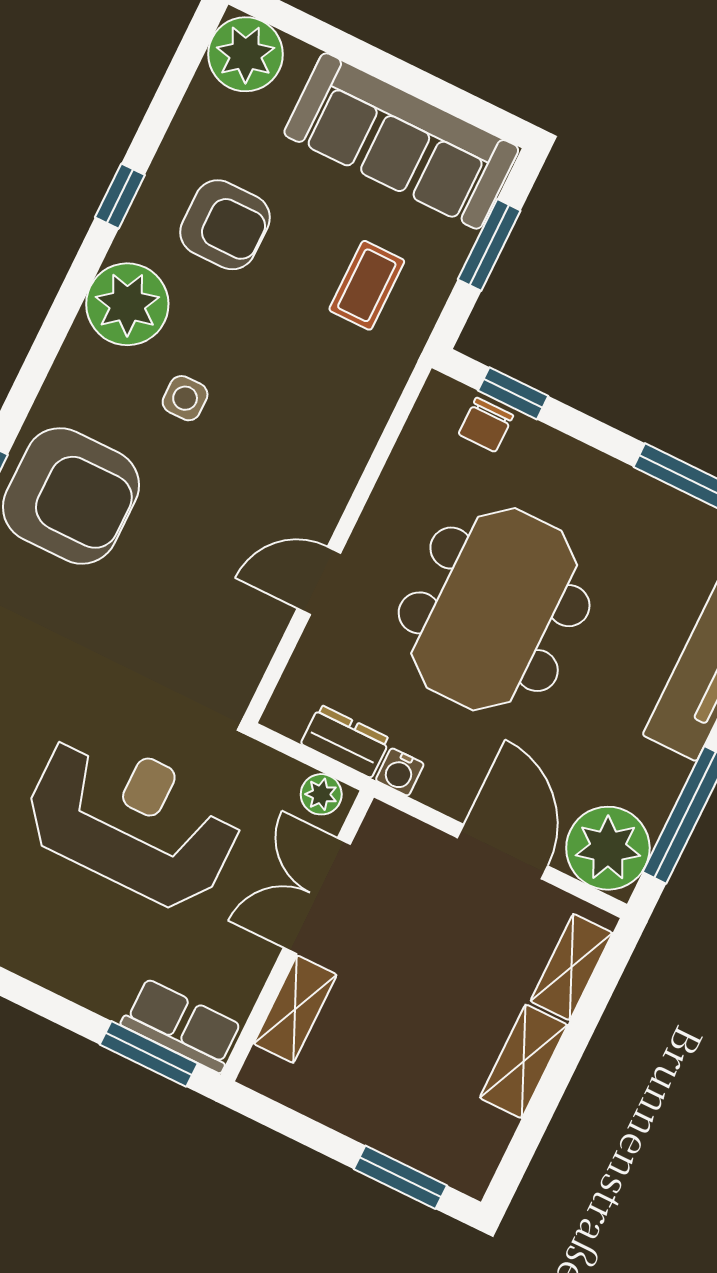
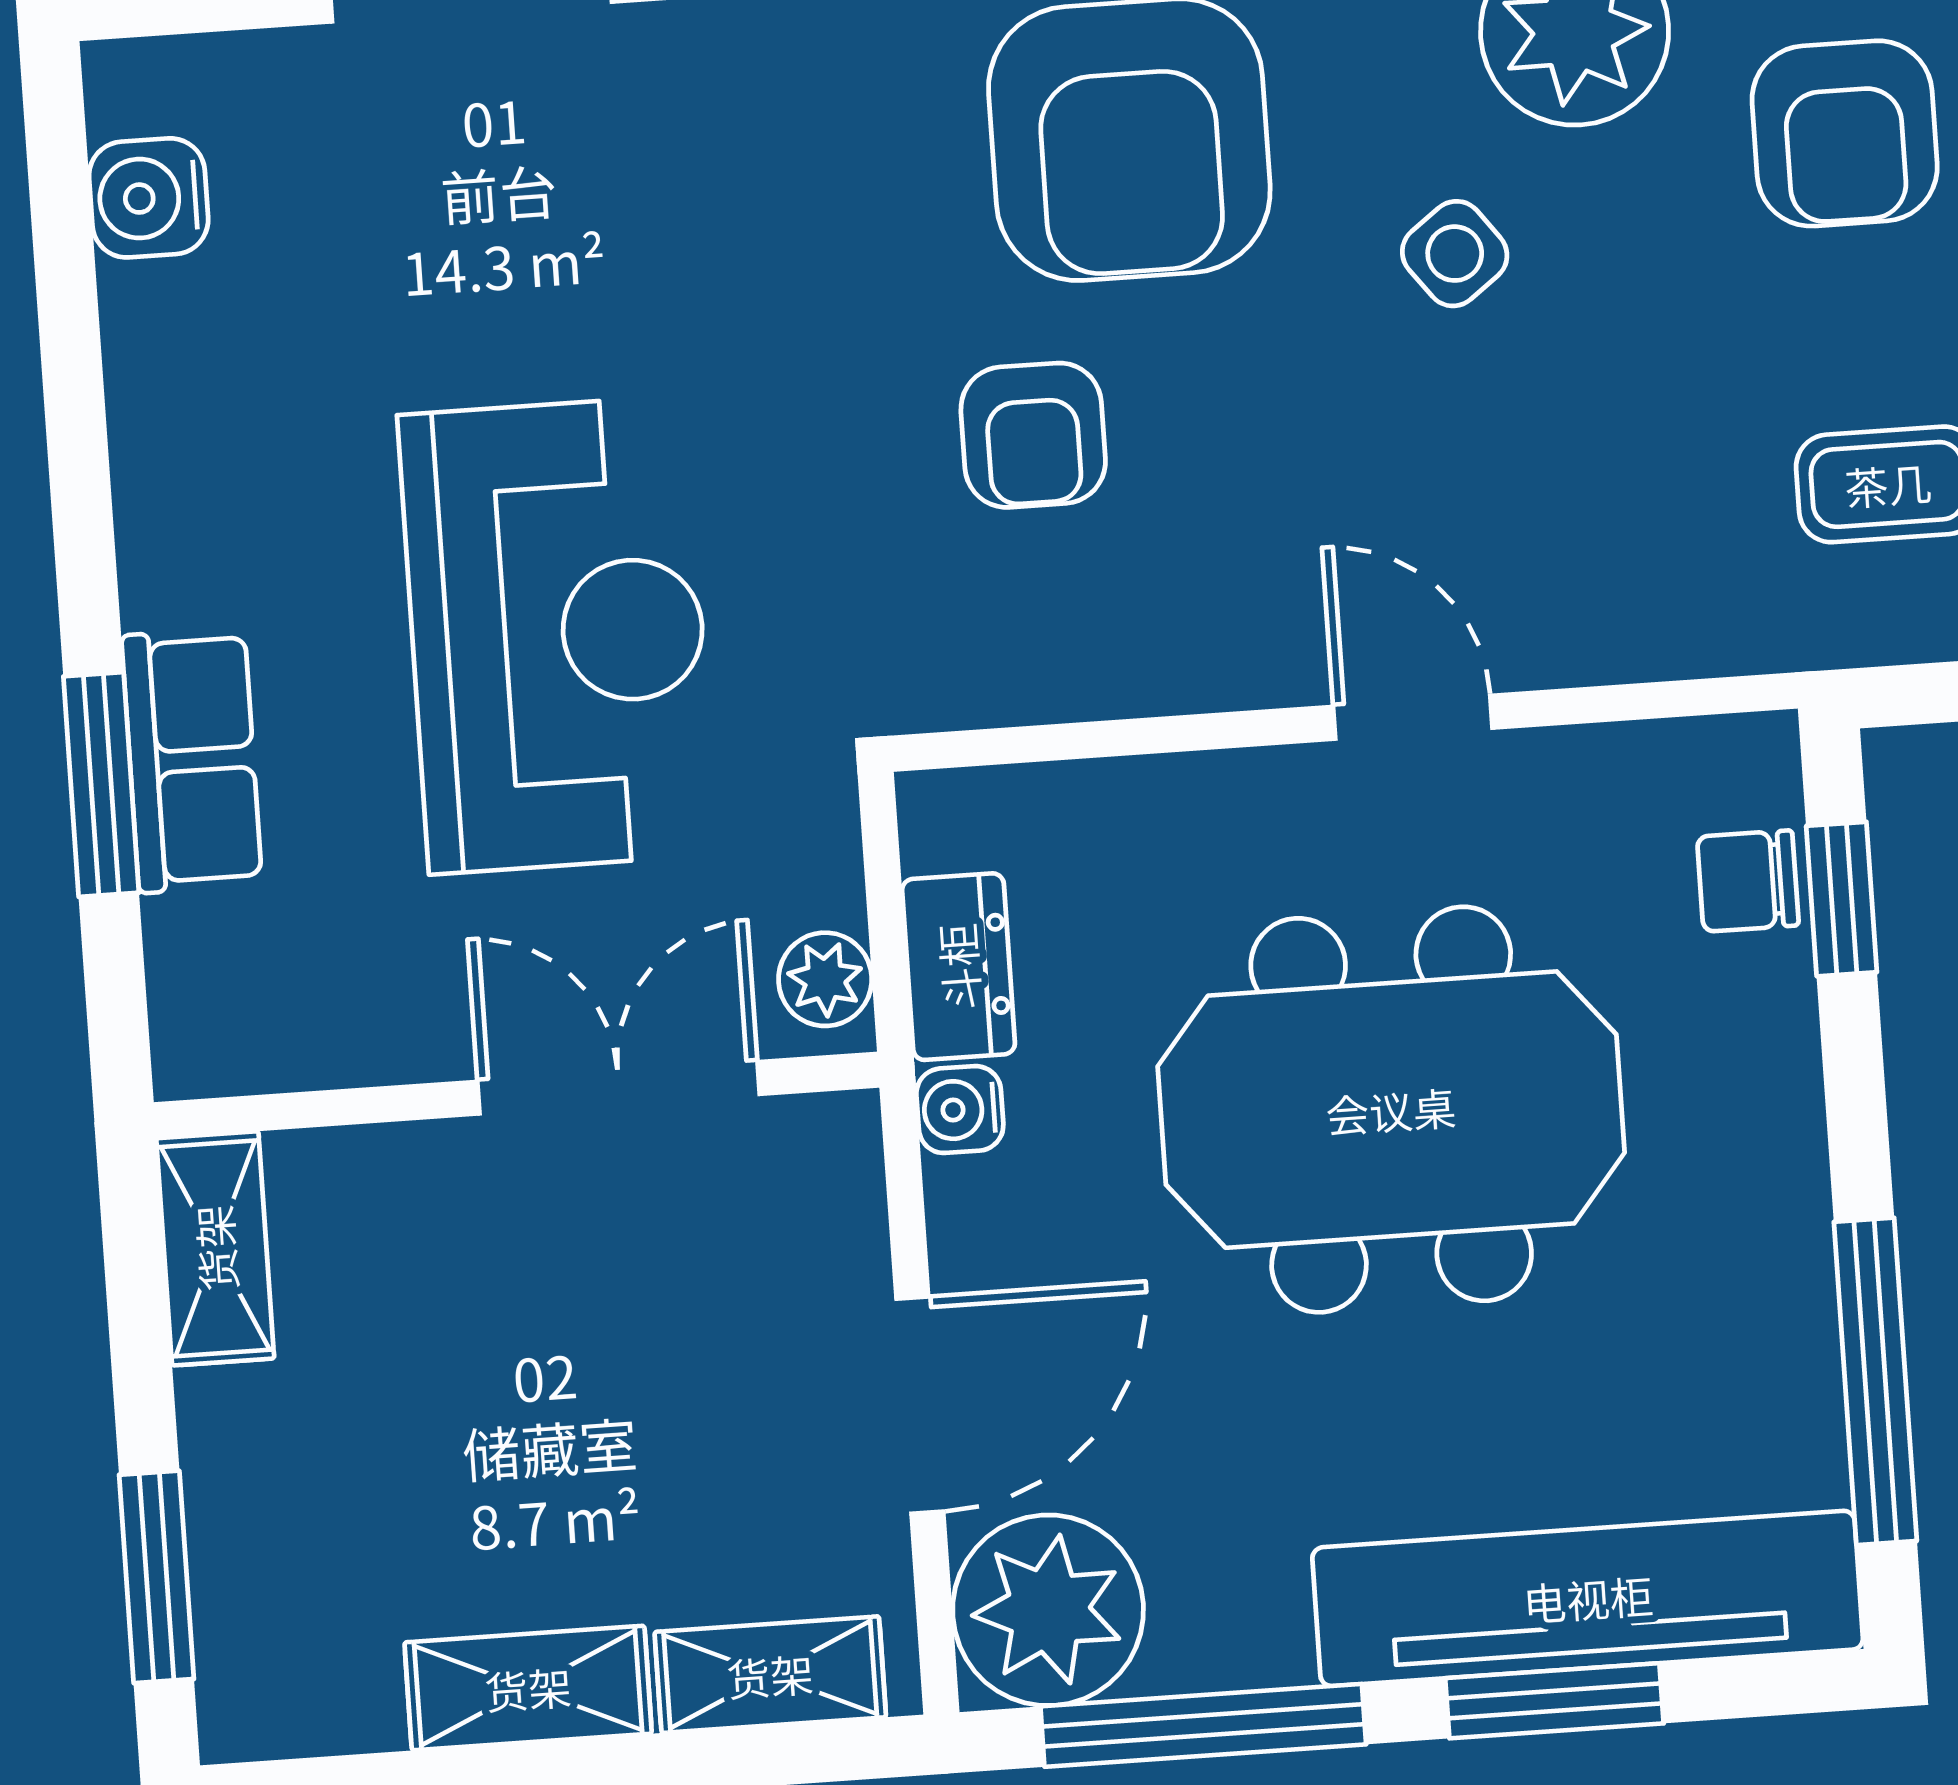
side table: (185, 398) -> (1455, 254), turned -37
door: (319, 581) -> (1413, 717), moved
armchair: (161, 597) -> (1033, 435), added
shelving: (295, 1009) -> (215, 1248), moved, turned 90
row of seats: (182, 1025) -> (192, 760), moved
window: (149, 1054) -> (101, 785), moved

